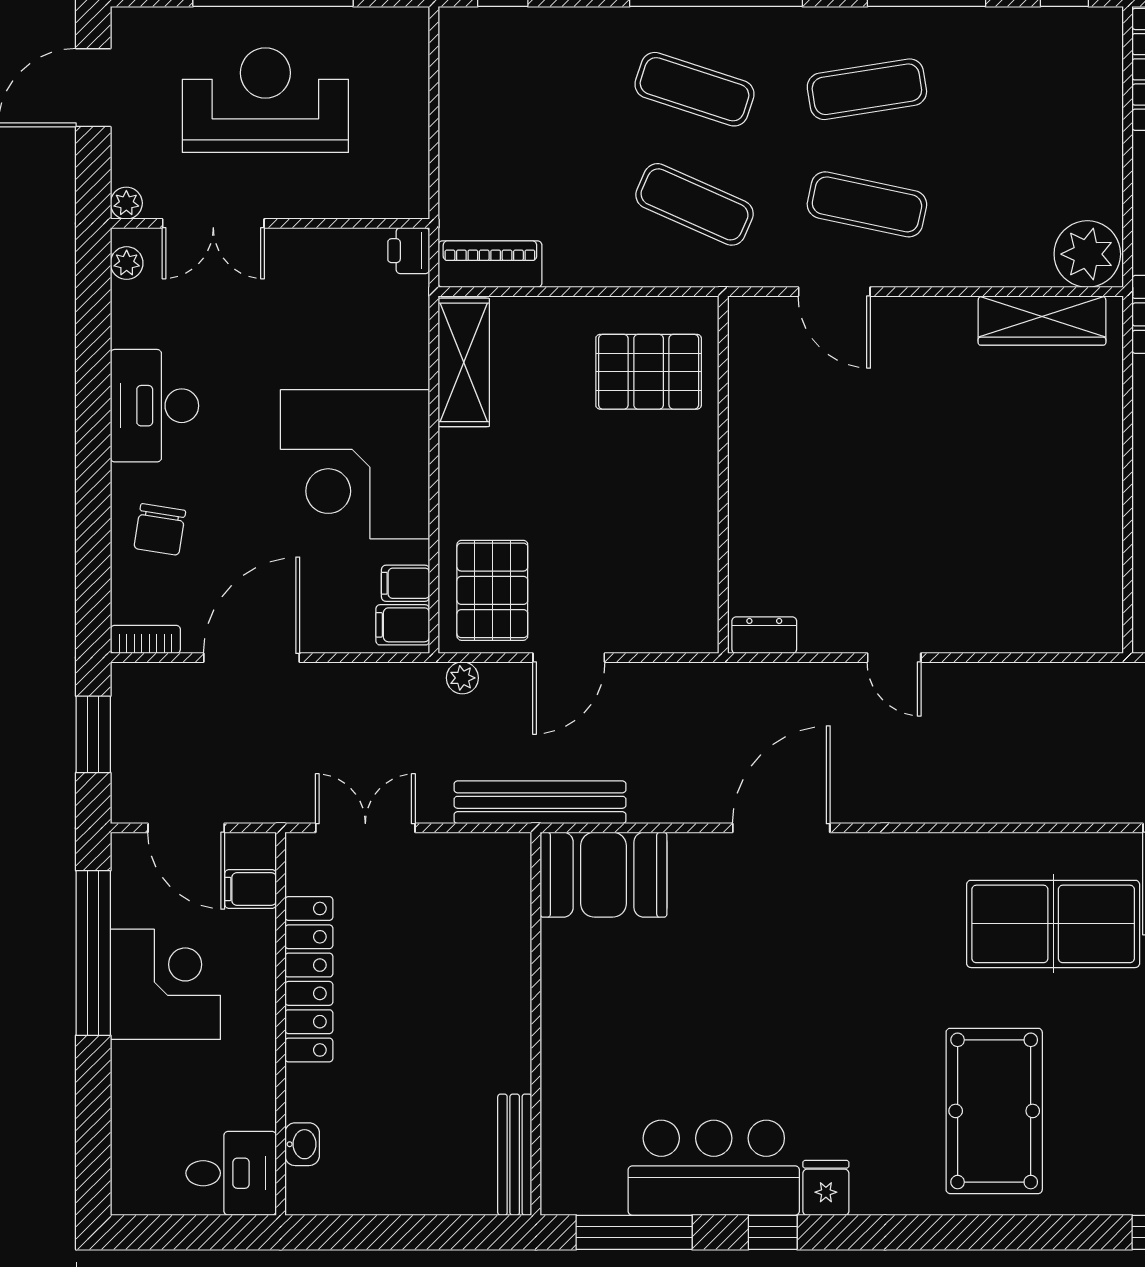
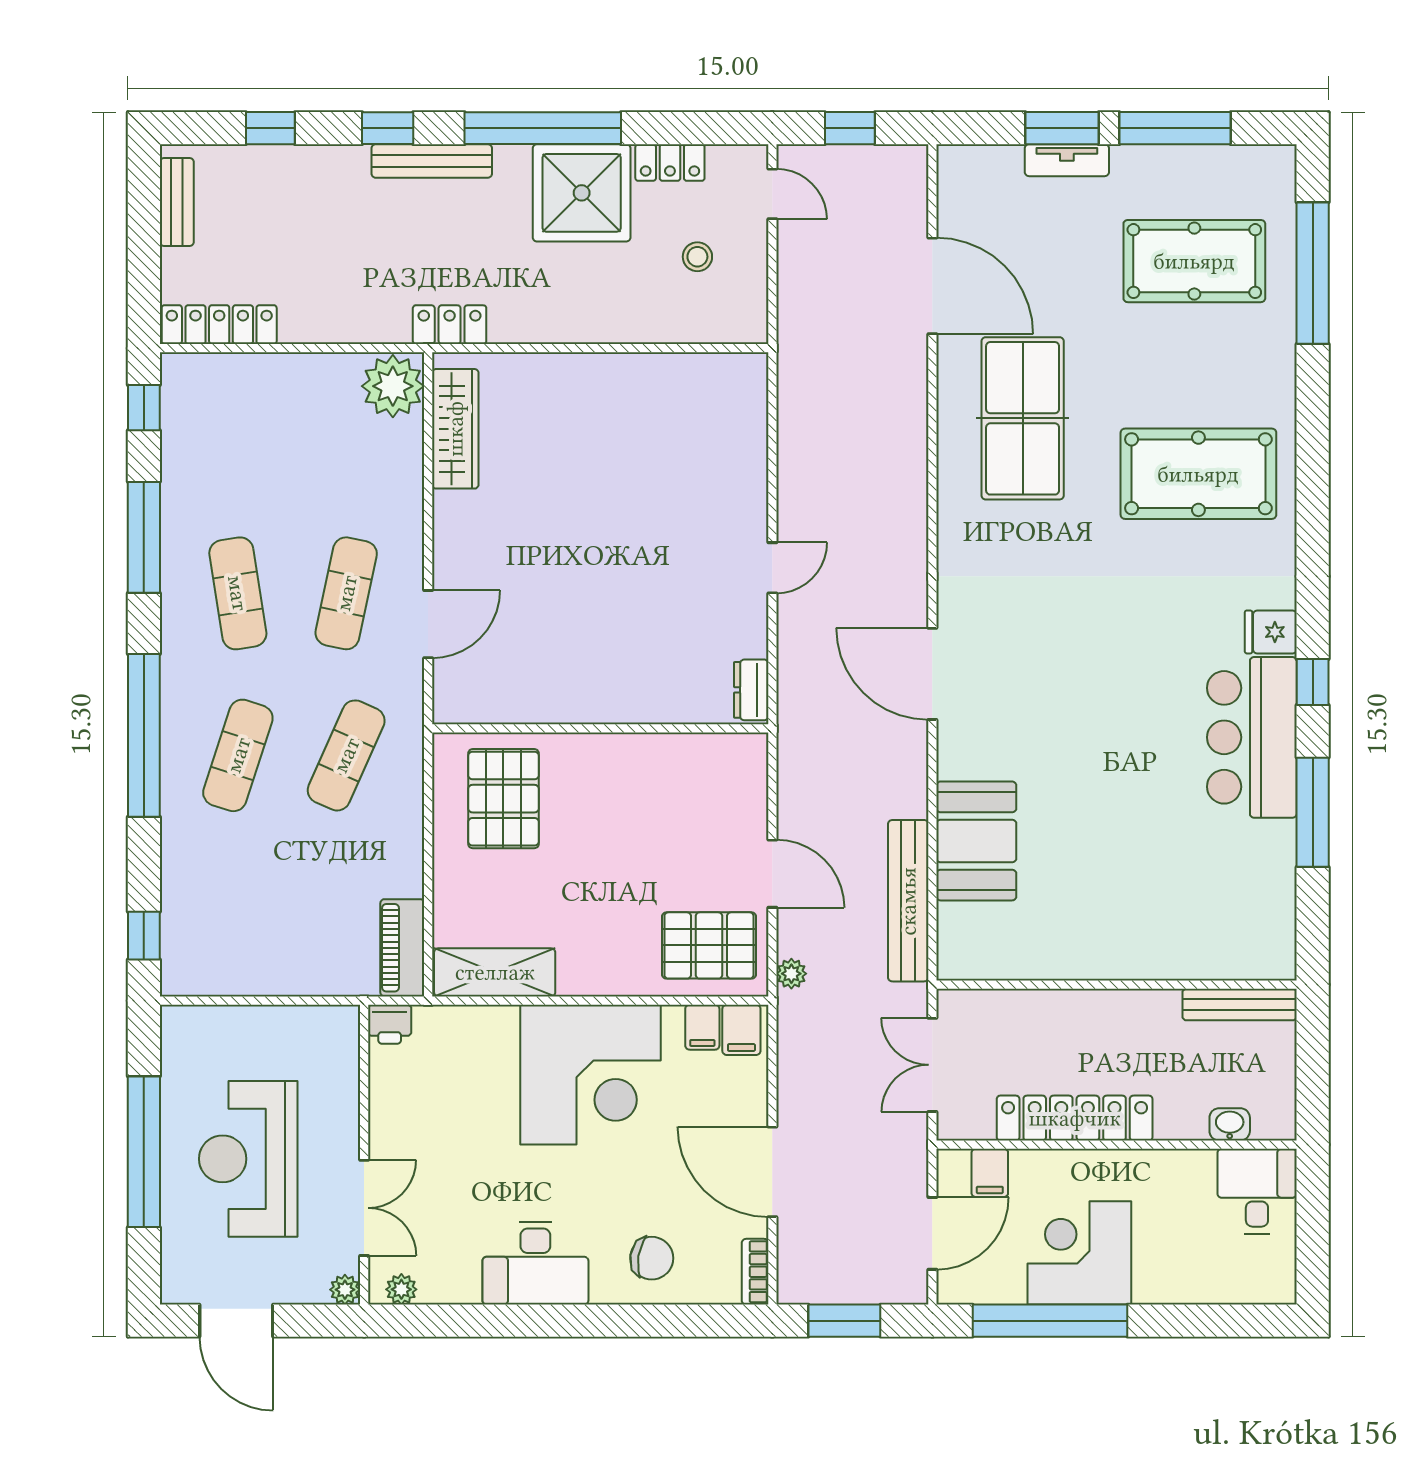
wall: (536, 1024) -> (1116, 985), moved
bench: (515, 1155) -> (1240, 1005), moved

